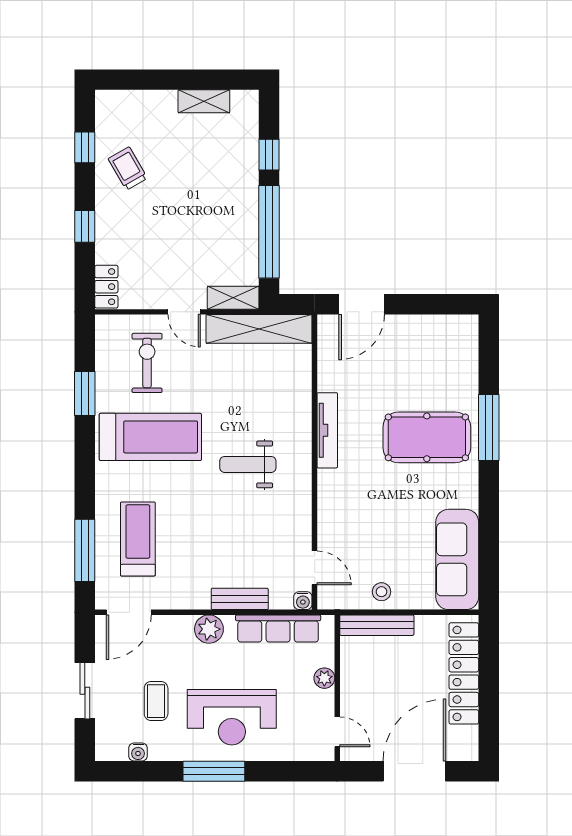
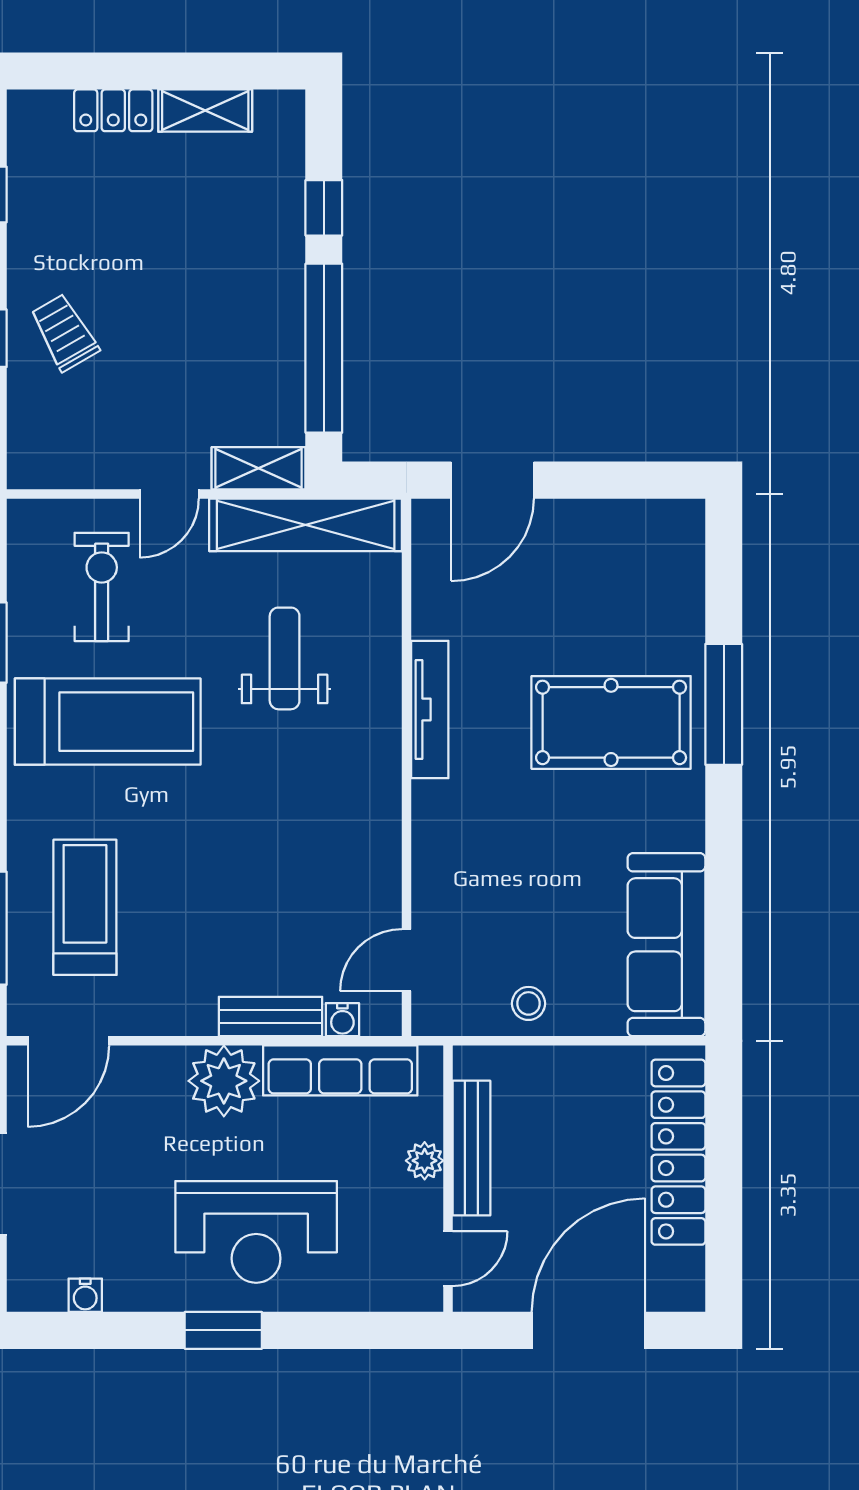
trolley: (128, 169) -> (64, 332), moved
locker: (106, 287) -> (113, 110), moved, turned 90
door: (184, 312) -> (169, 494), hinge flipped
weight bench: (248, 464) -> (285, 658), moved, turned 90
door: (315, 568) -> (407, 960), swing flipped
water cooler: (303, 601) -> (342, 1020), moved
bench: (377, 625) -> (471, 1148), moved, turned 90
plant: (209, 629) -> (224, 1081), width x1.36, depth x1.36
coffee table: (156, 701) -> (118, 1202), removed
door: (337, 732) -> (448, 1259), hinge flipped
window: (214, 771) -> (223, 1330), width x0.69

